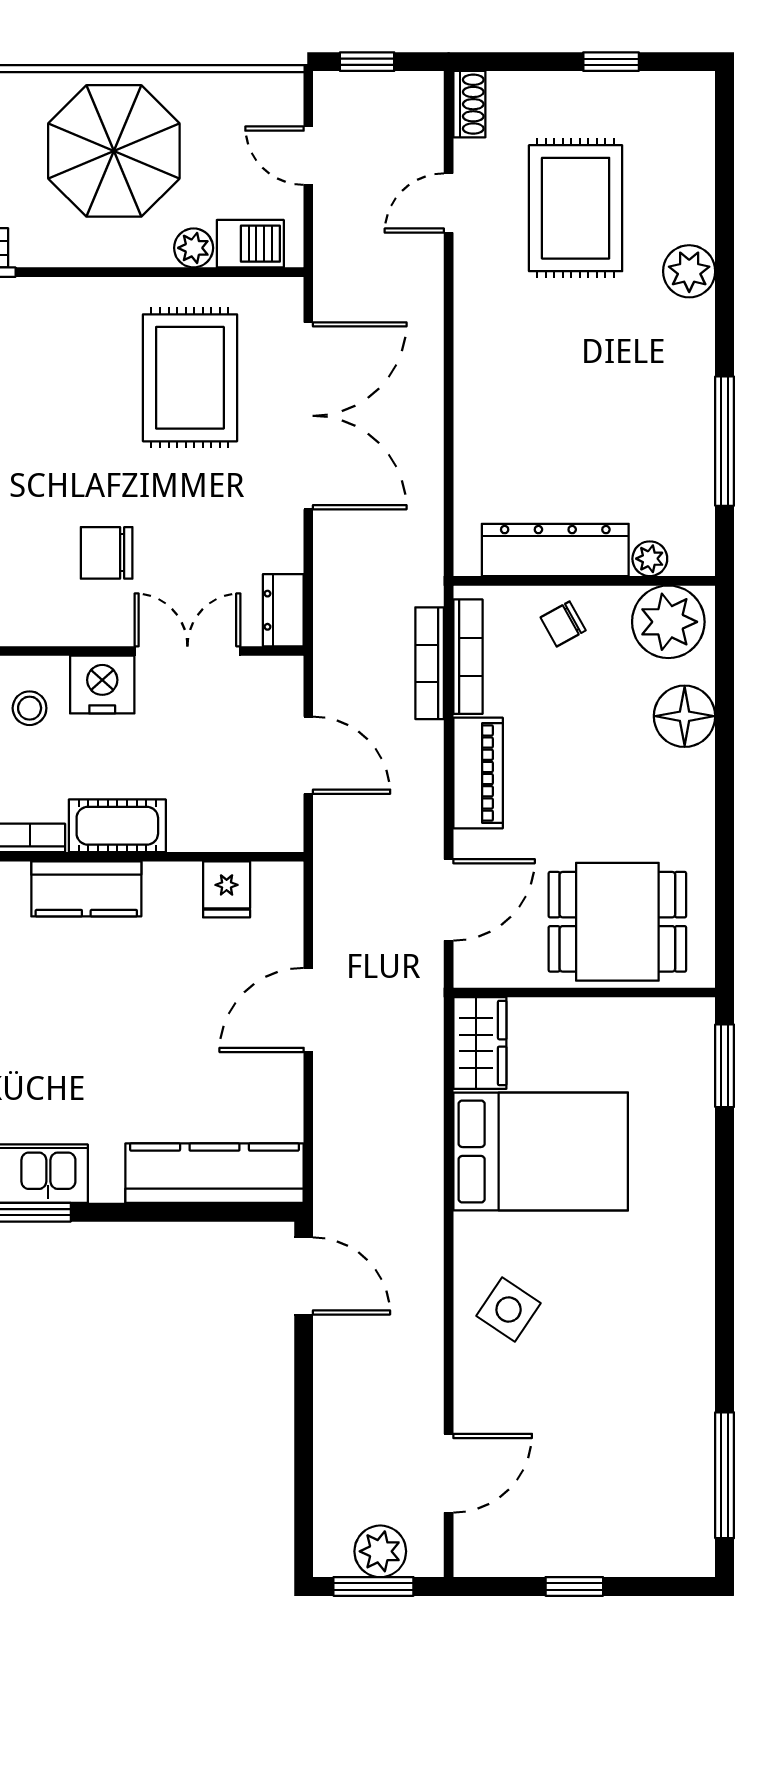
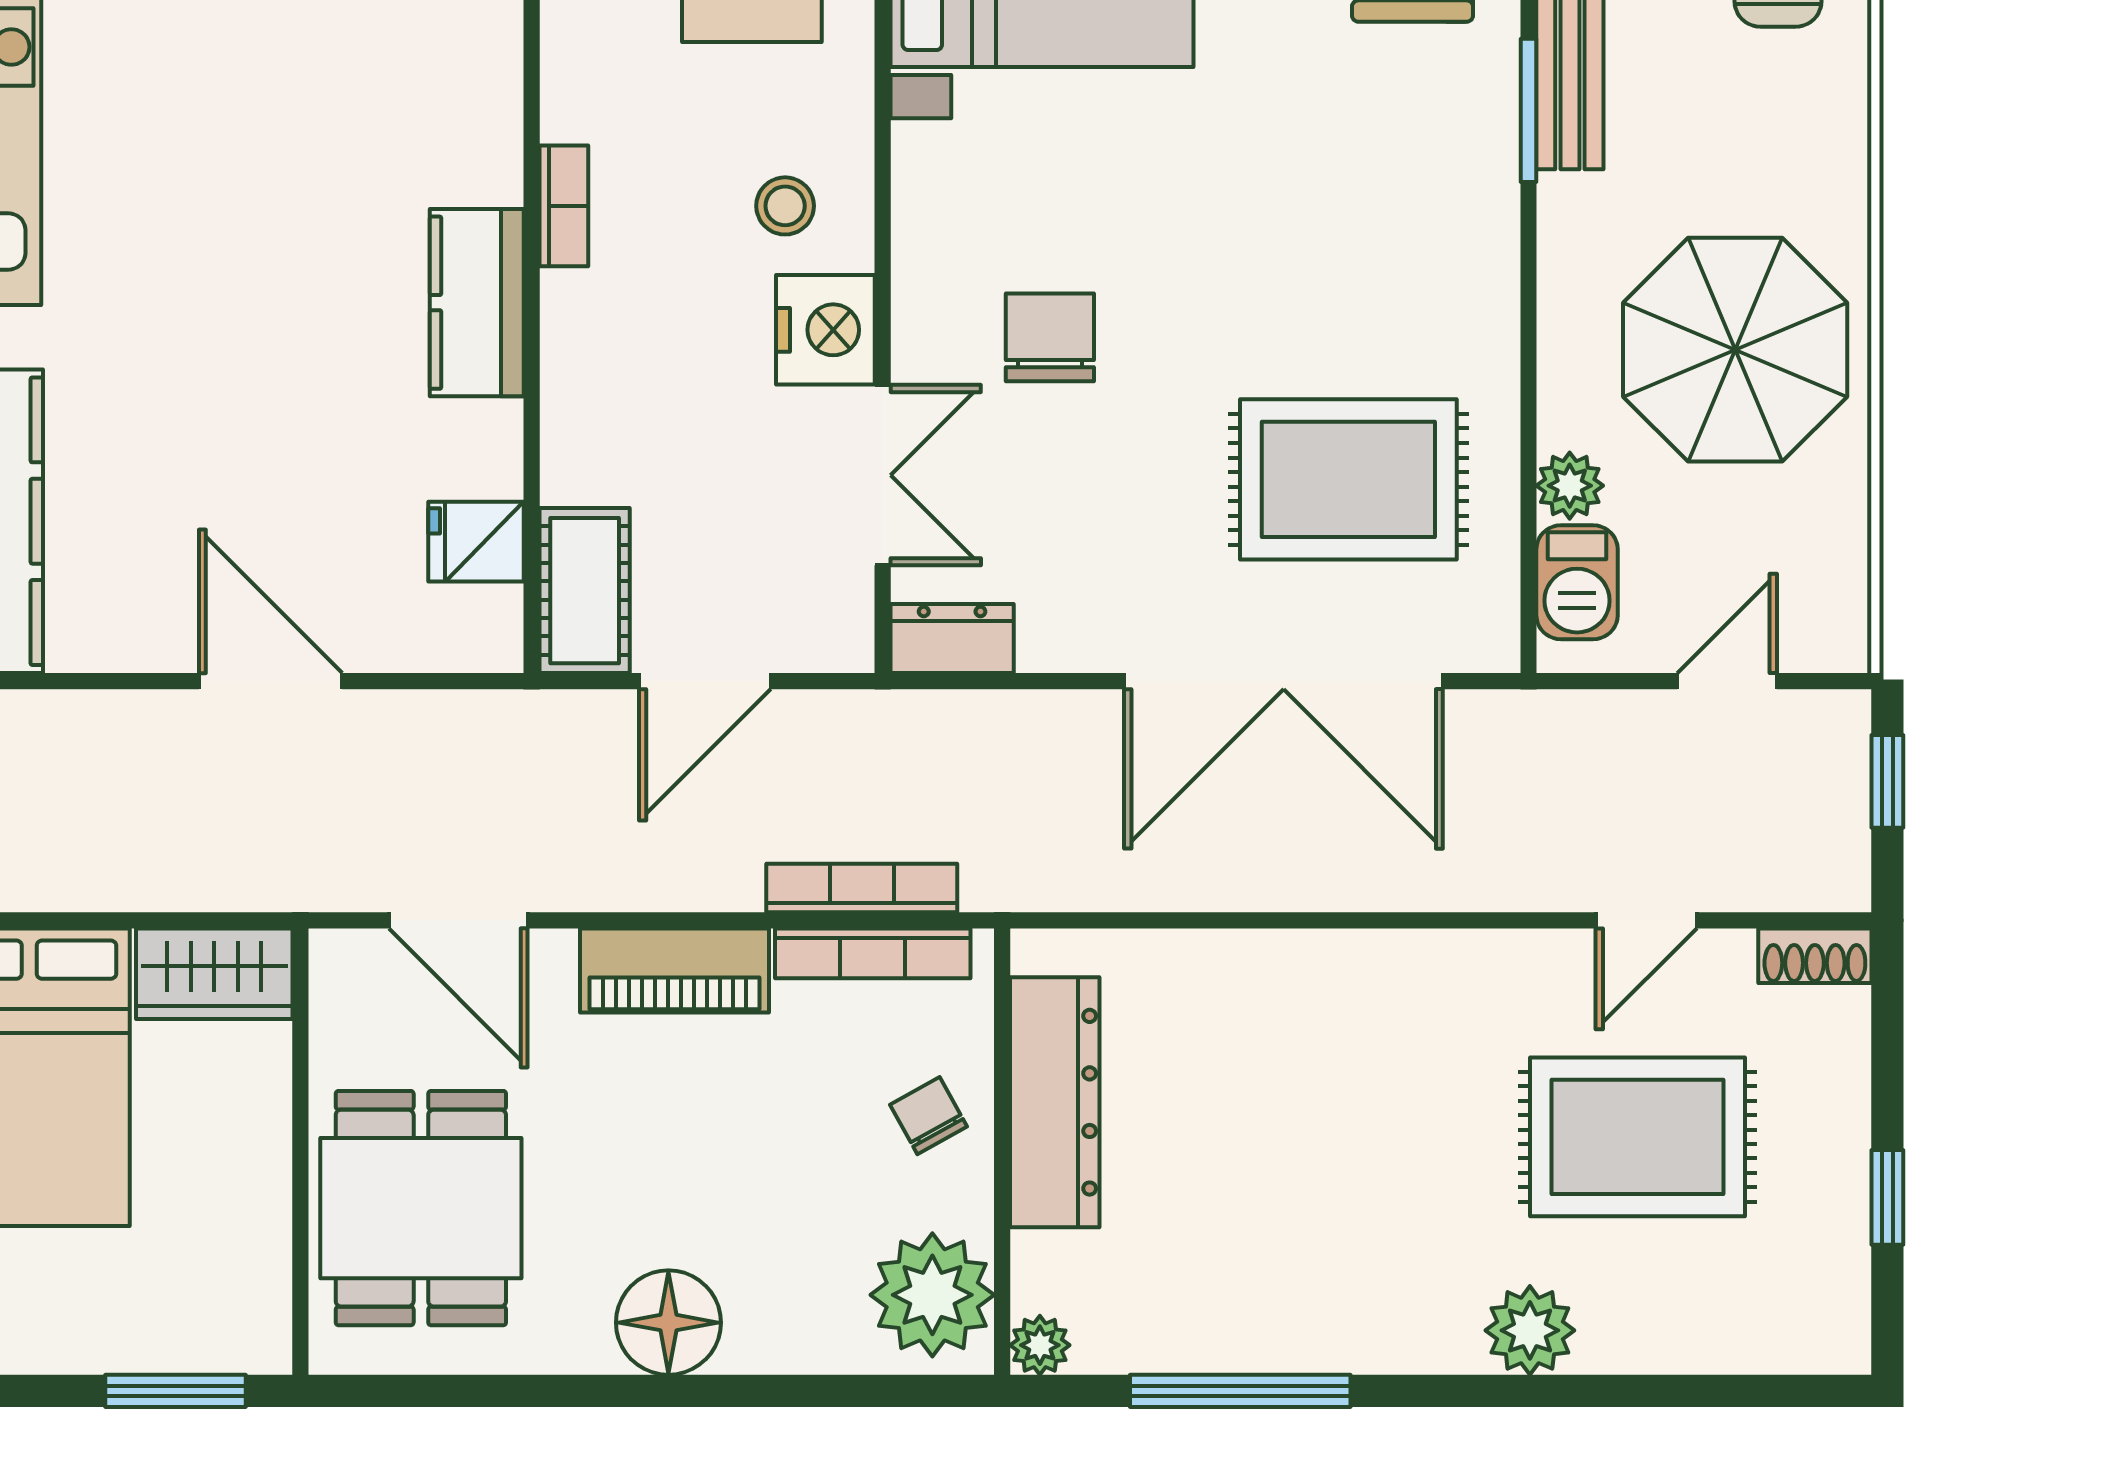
door: (449, 203) -> (1646, 920), swing flipped
plant: (650, 559) -> (1040, 1345), moved
floor lamp: (685, 716) -> (668, 1323), moved
cot: (117, 826) -> (585, 591), moved

